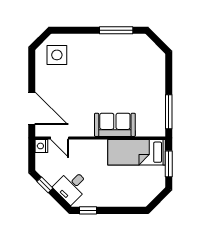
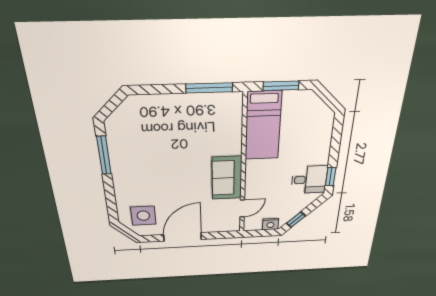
door: (32, 108) -> (183, 237), moved
sofa: (115, 125) -> (227, 178), moved
nightstand: (41, 146) -> (270, 224), moved
desk: (71, 186) -> (309, 180), moved, turned -45

